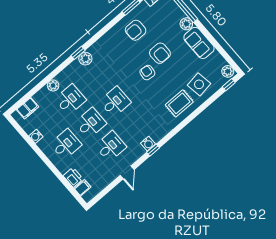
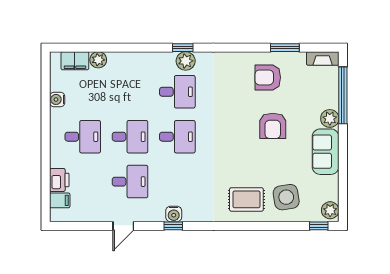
armchair: (147, 73) -> (241, 135), removed
plant: (53, 85) -> (98, 60), moved
desk: (70, 100) -> (177, 92), moved

